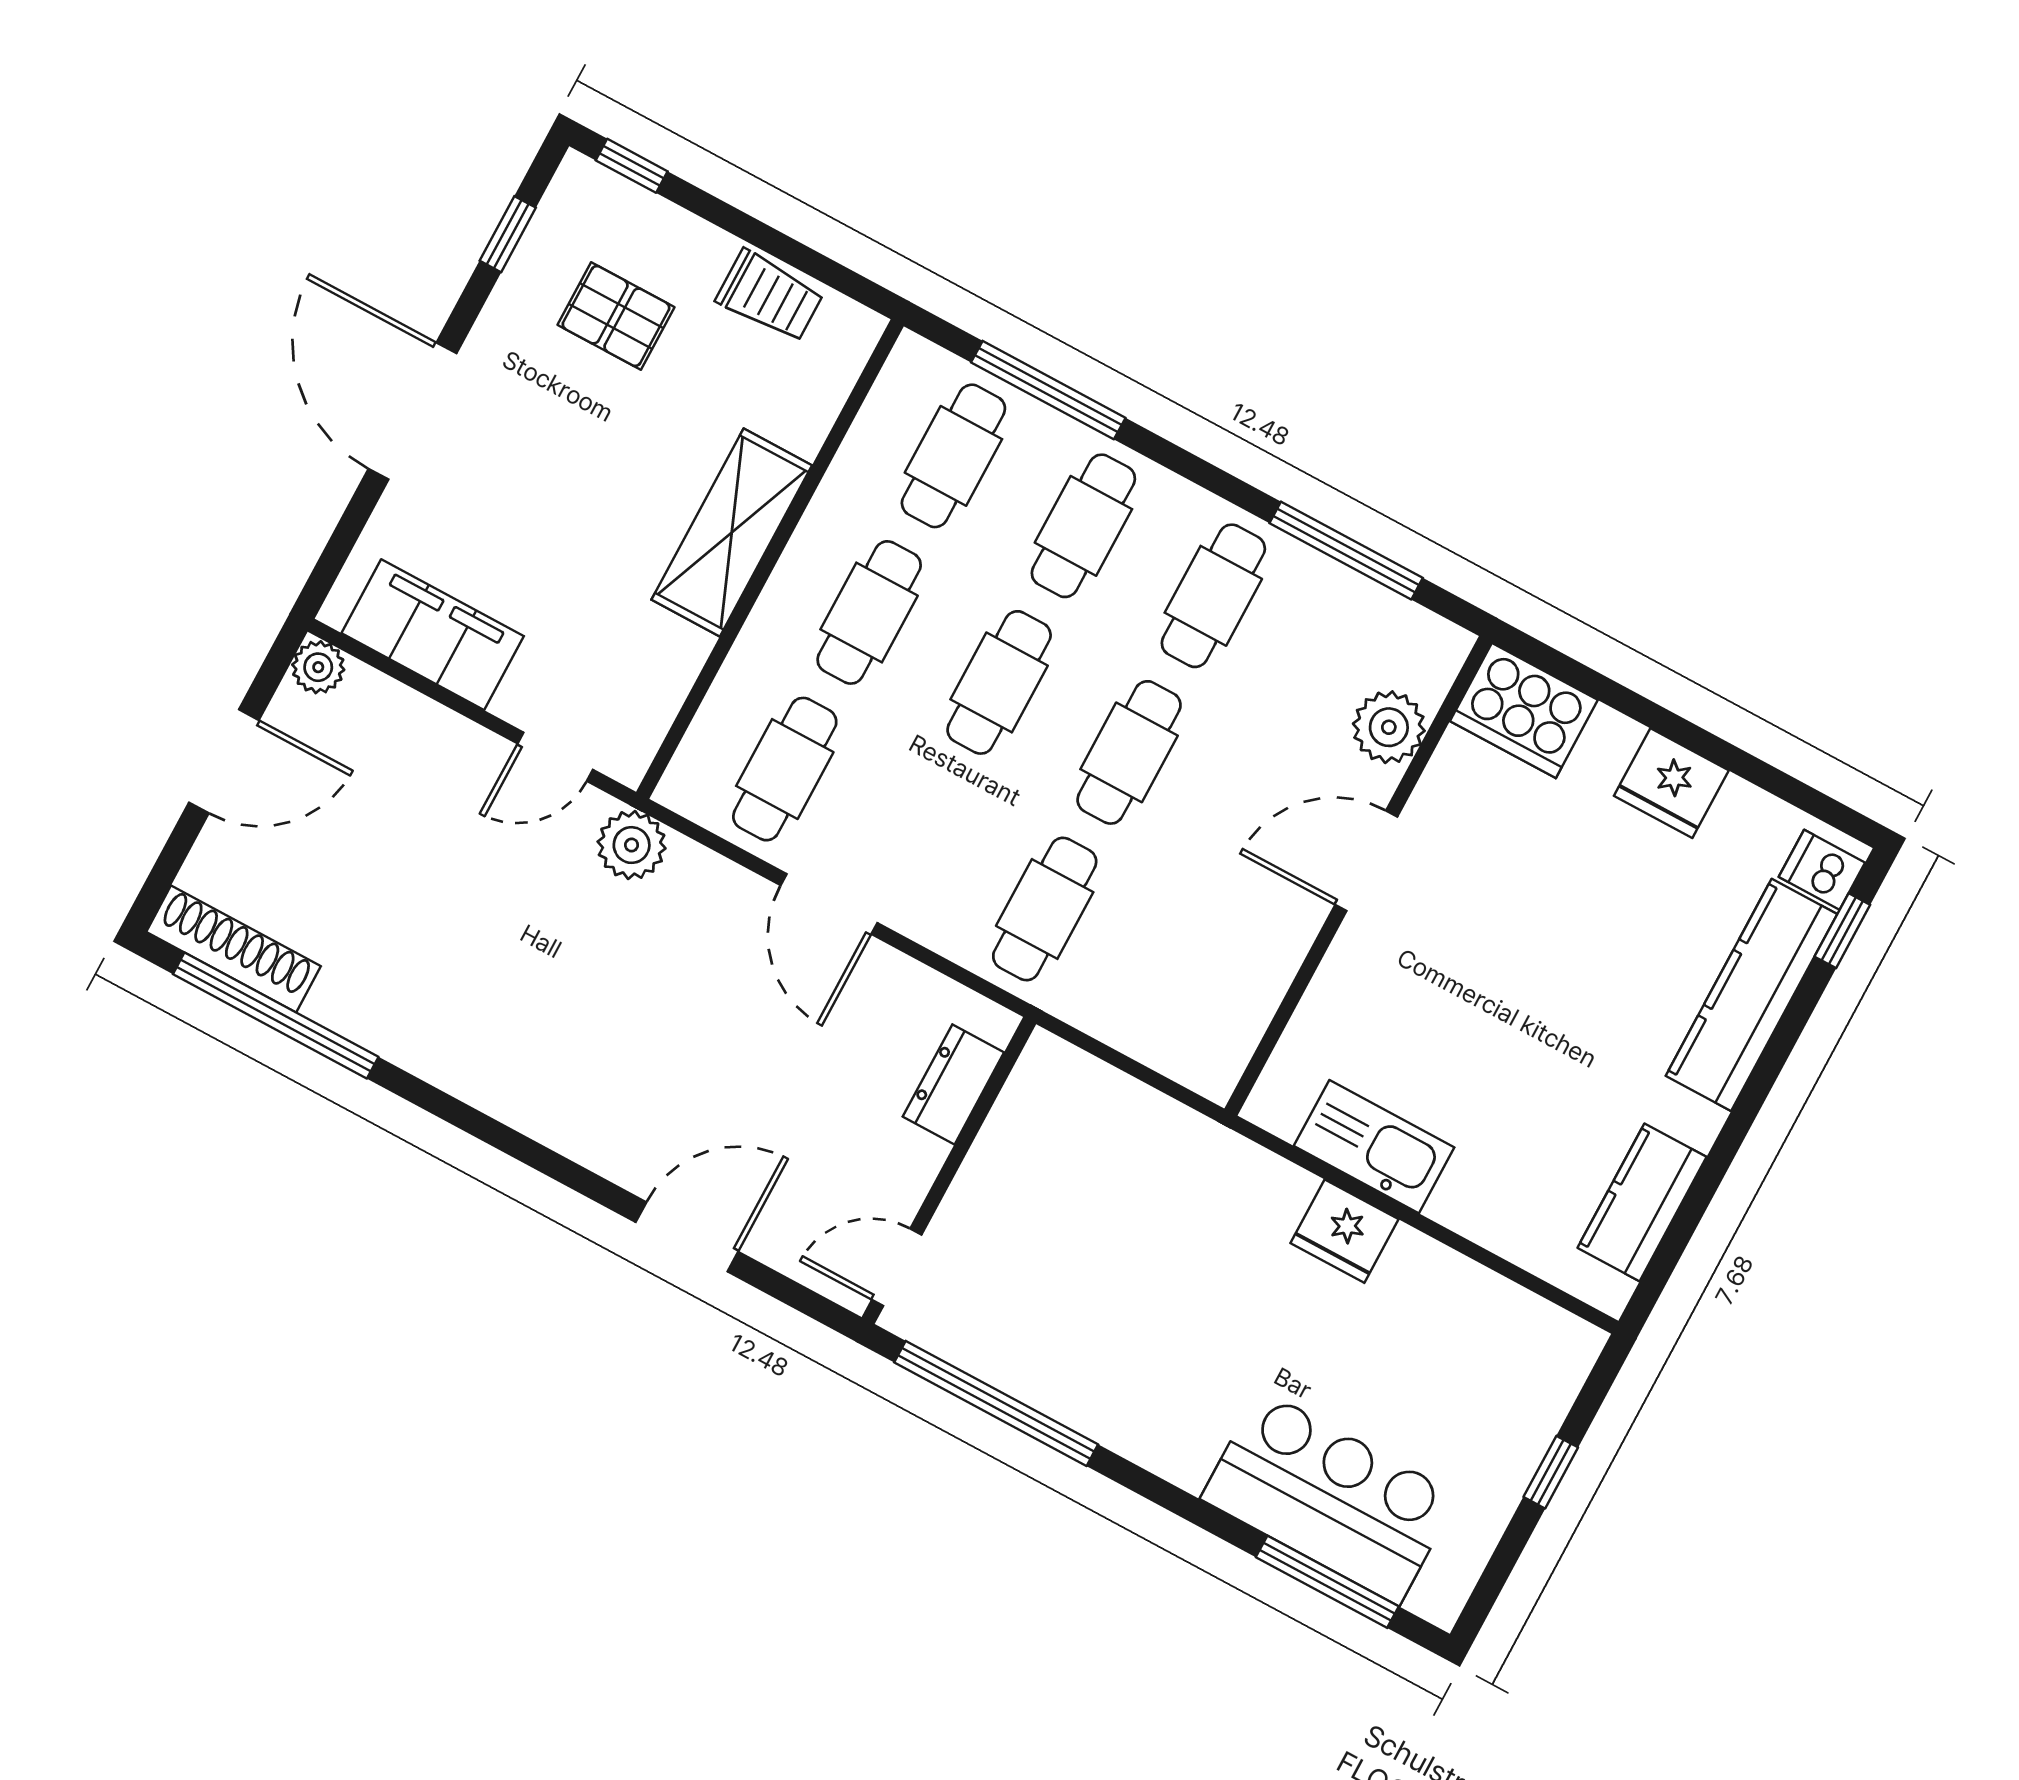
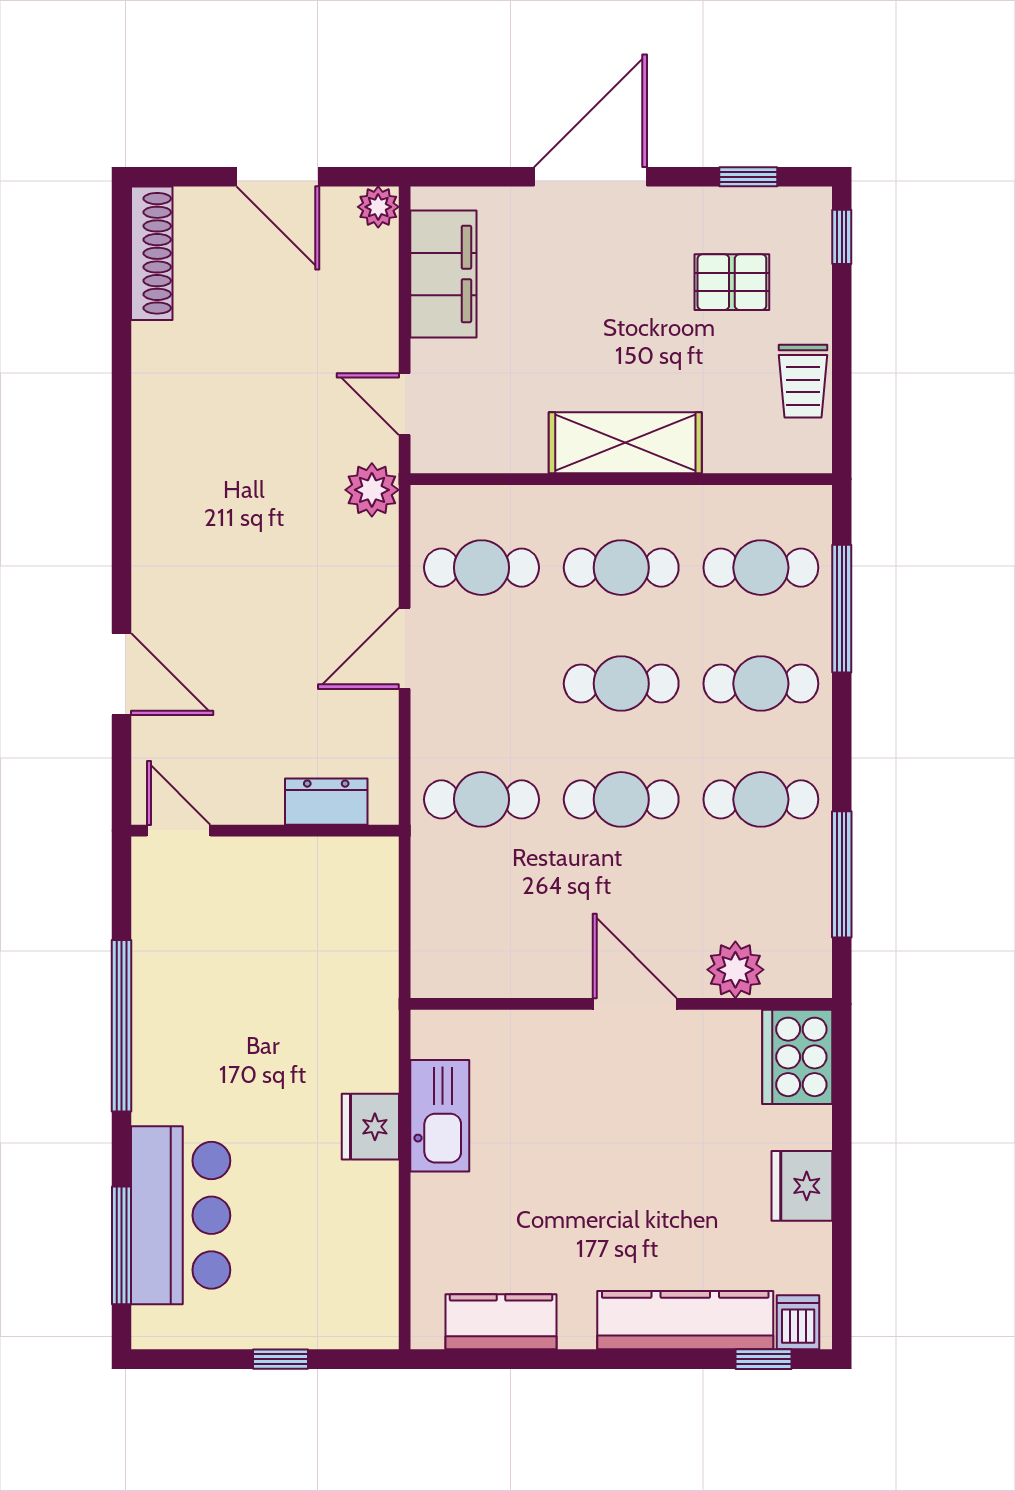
pallet: (616, 316) -> (732, 282), turned 90
window: (276, 1016) -> (121, 307), removed
window: (996, 1403) -> (121, 1026), moved

